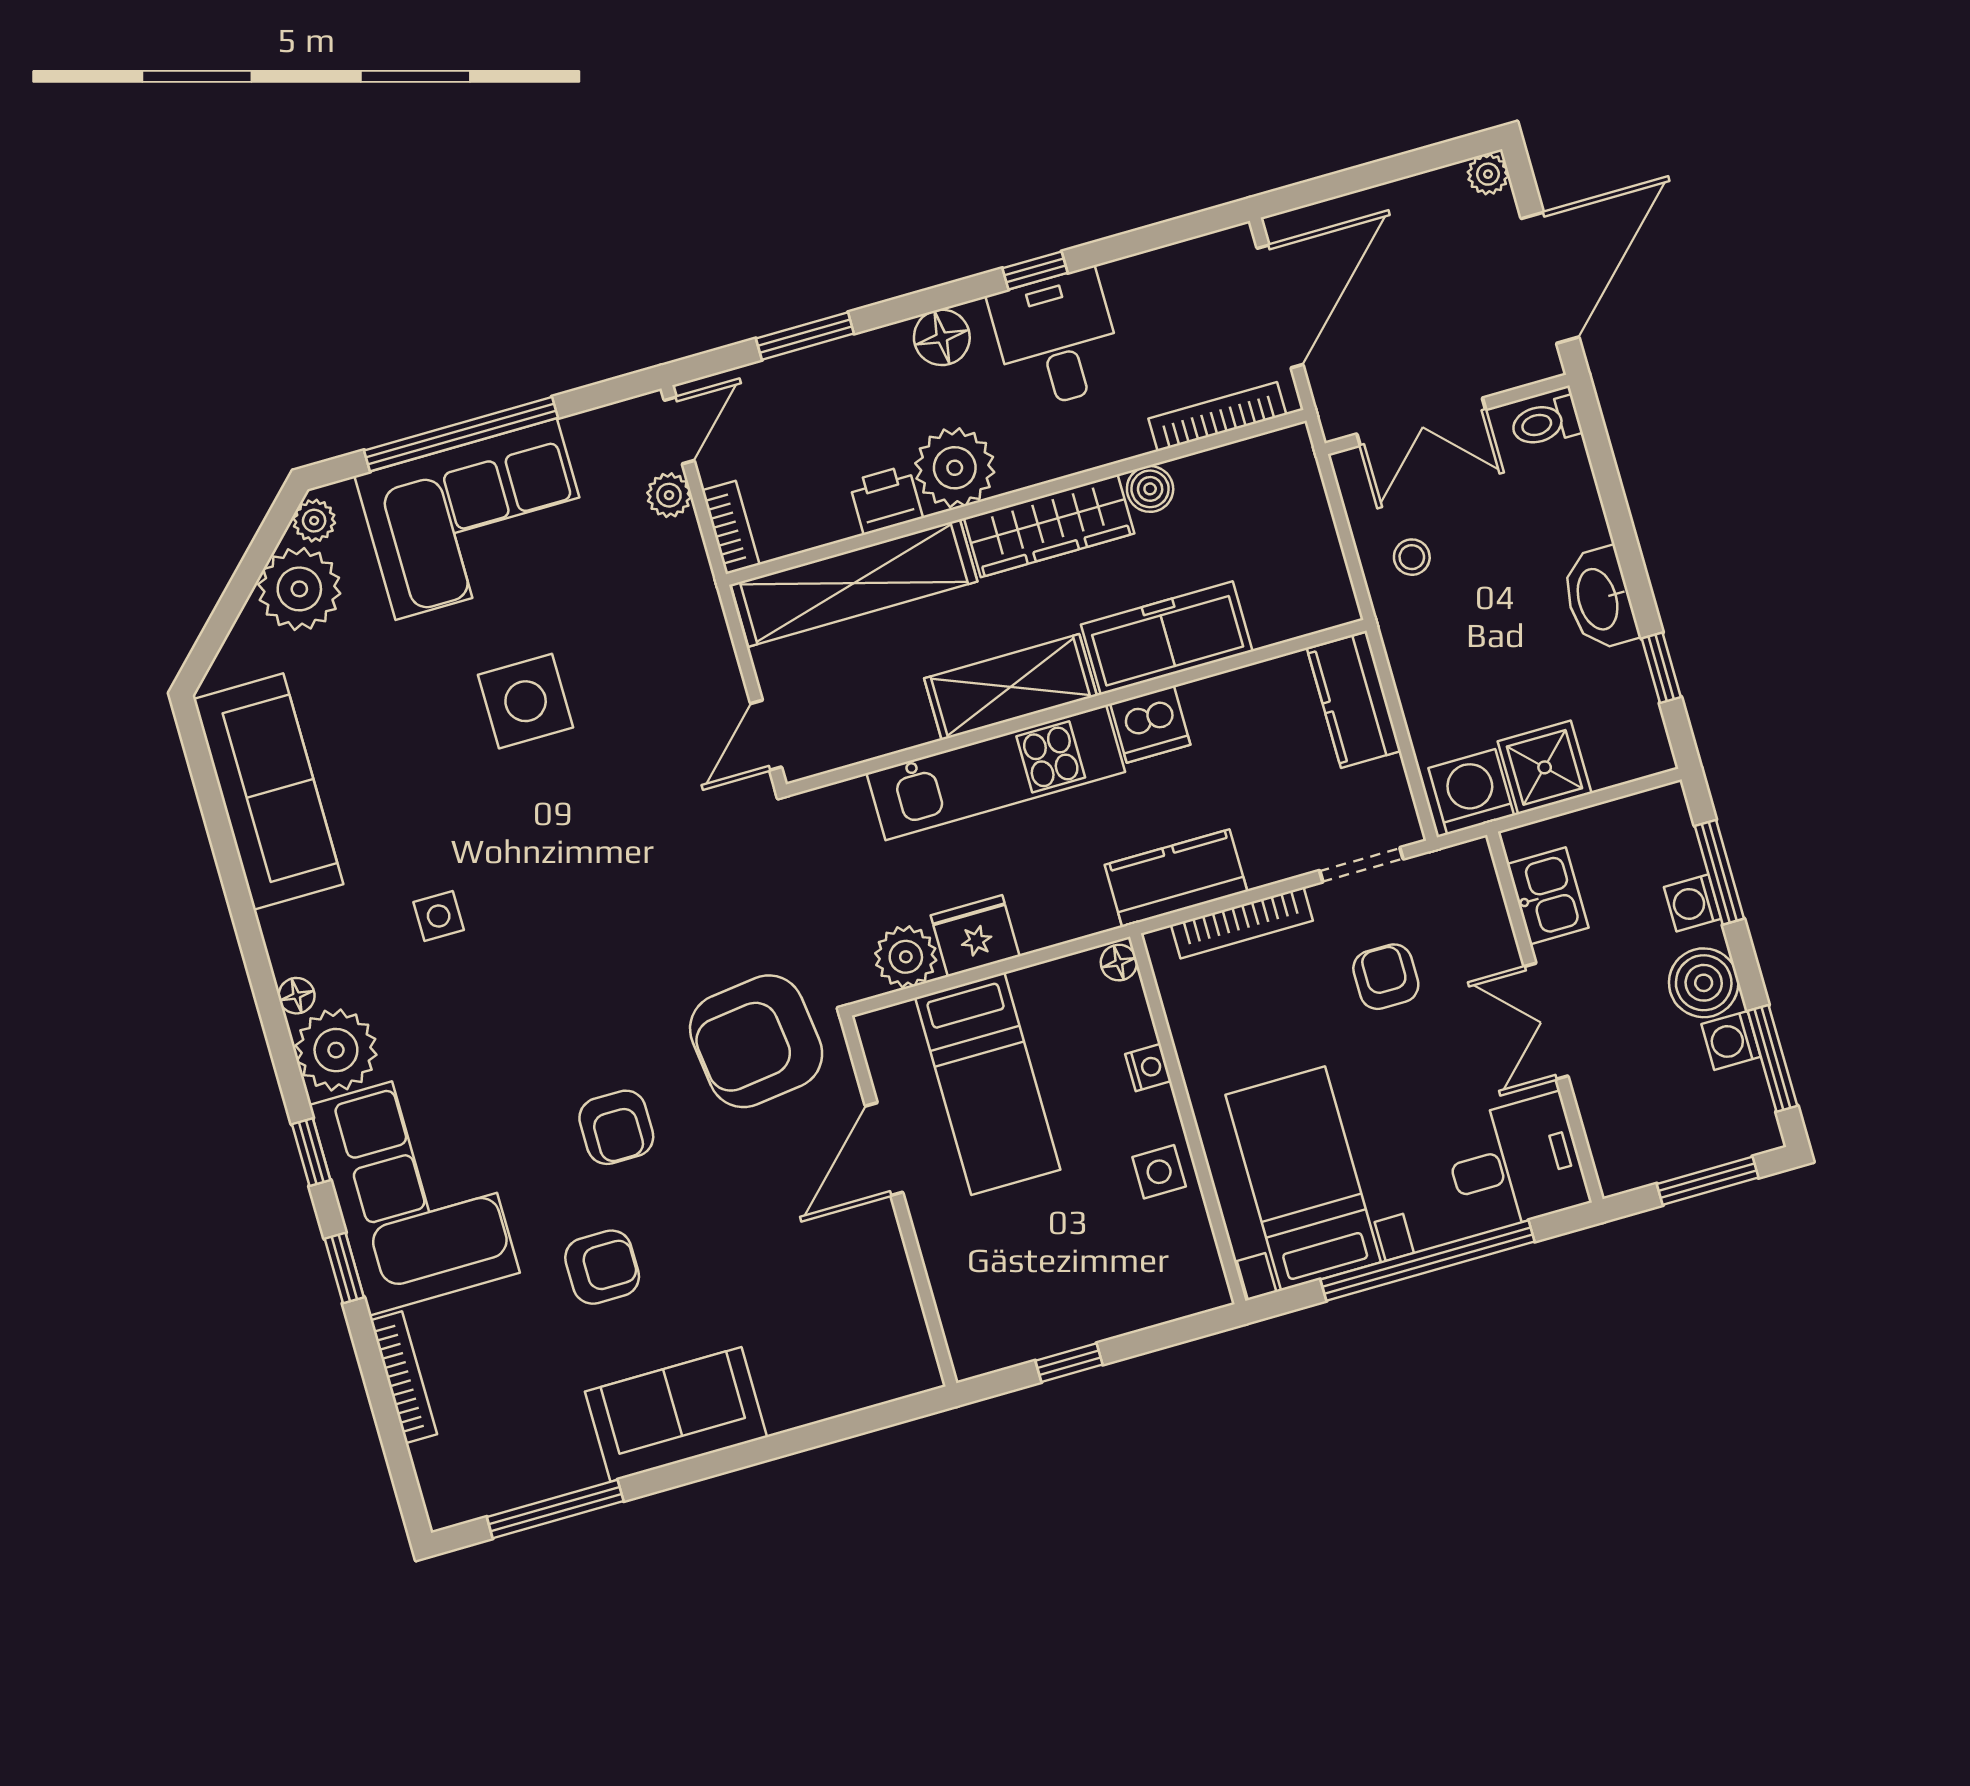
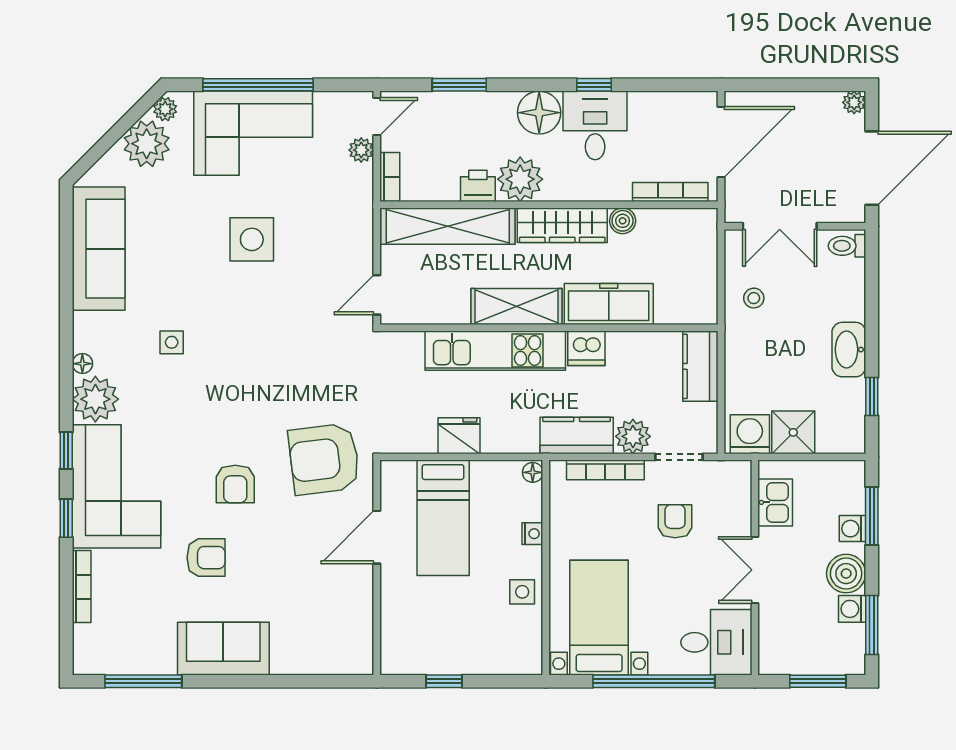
floor lamp: (942, 337) -> (539, 113), width x1.38, depth x1.38
plant: (906, 957) -> (633, 436), moved

